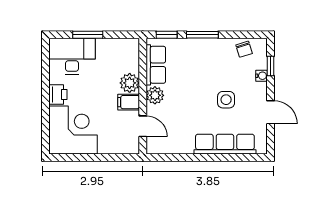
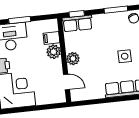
window: (202, 35) -> (116, 10), moved
row of seats: (156, 65) -> (77, 23), moved, turned 90
filing cabinet: (129, 102) -> (51, 38), moved

